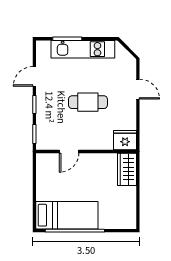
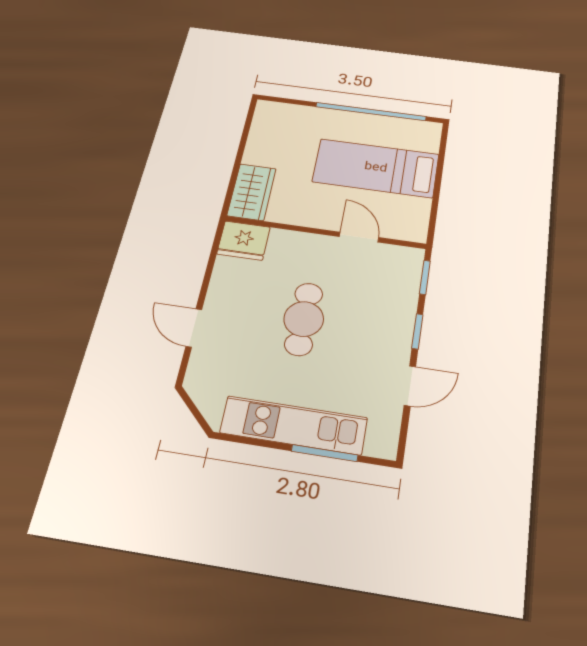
cafe table: (88, 102) -> (304, 319), turned 90
door: (69, 151) -> (359, 237), hinge flipped
bed: (67, 215) -> (376, 168), moved

